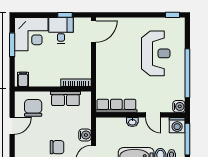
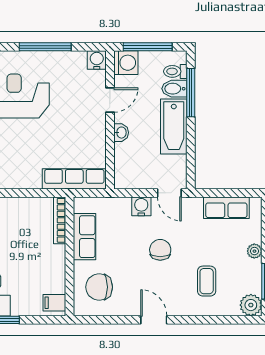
window: (187, 73) -> (45, 47), width x0.68
row of seats: (116, 106) -> (74, 179), moved, turned 90
door: (12, 126) -> (154, 320), moved

